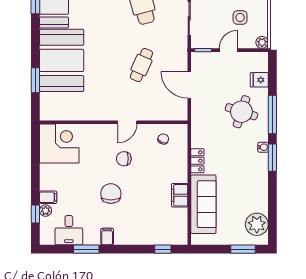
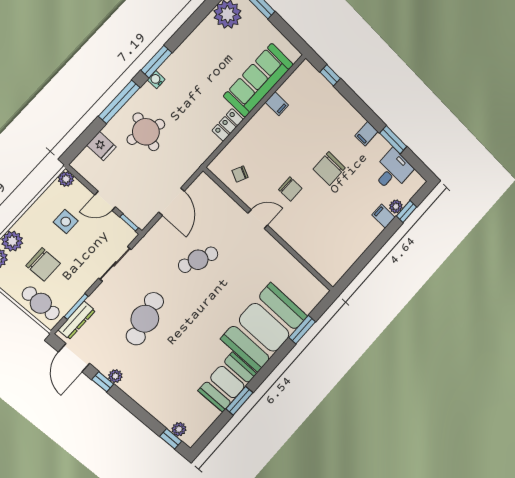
corner desk: (59, 144) -> (332, 255), removed
filing cabinet: (180, 195) -> (277, 104), width x0.50

